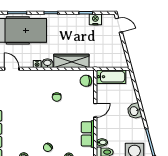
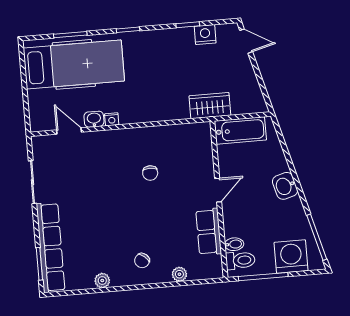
wardrobe: (71, 61) -> (210, 106), moved, width x0.67
washbasin: (47, 63) -> (94, 119), moved
chair: (86, 81) -> (198, 141), removed

